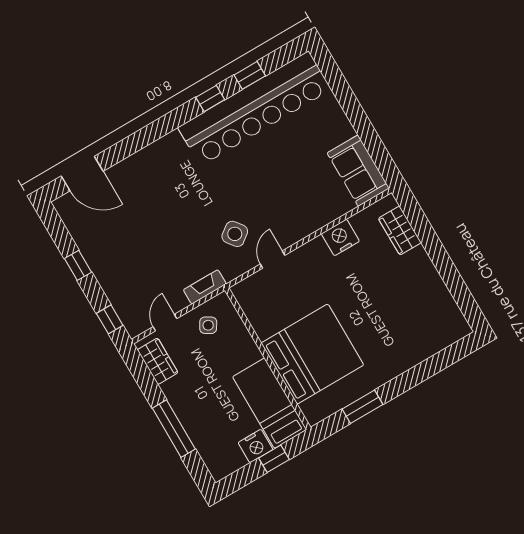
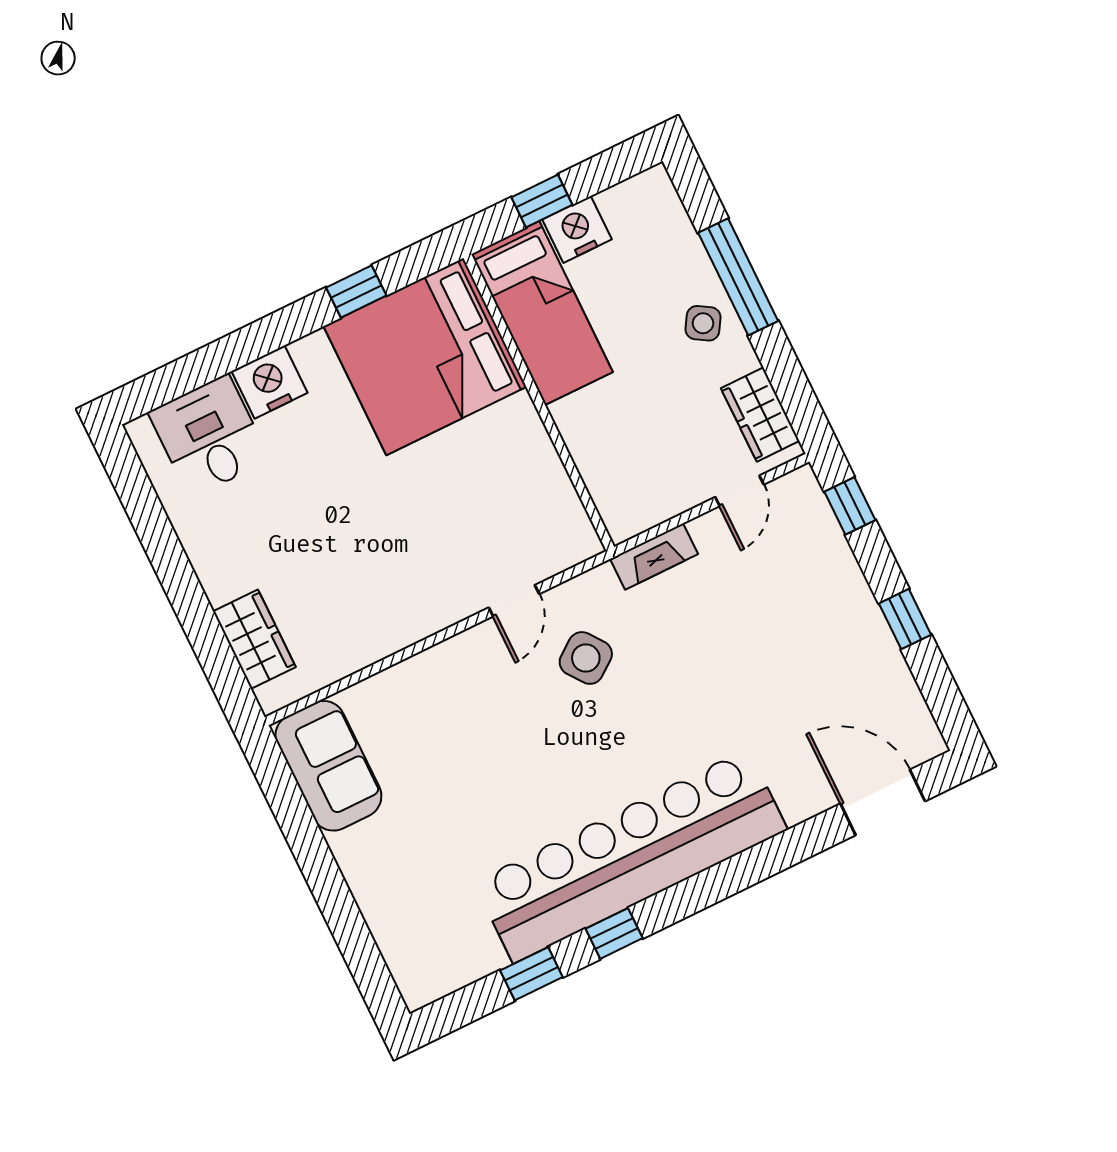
bar counter: (254, 108) -> (631, 856), moved
nightstand: (340, 237) -> (270, 382), moved, turned 180
side table: (208, 325) -> (703, 323), moved
desk: (430, 330) -> (209, 436), added
bed: (312, 354) -> (425, 357), moved
window: (363, 407) -> (356, 292), width x0.67

